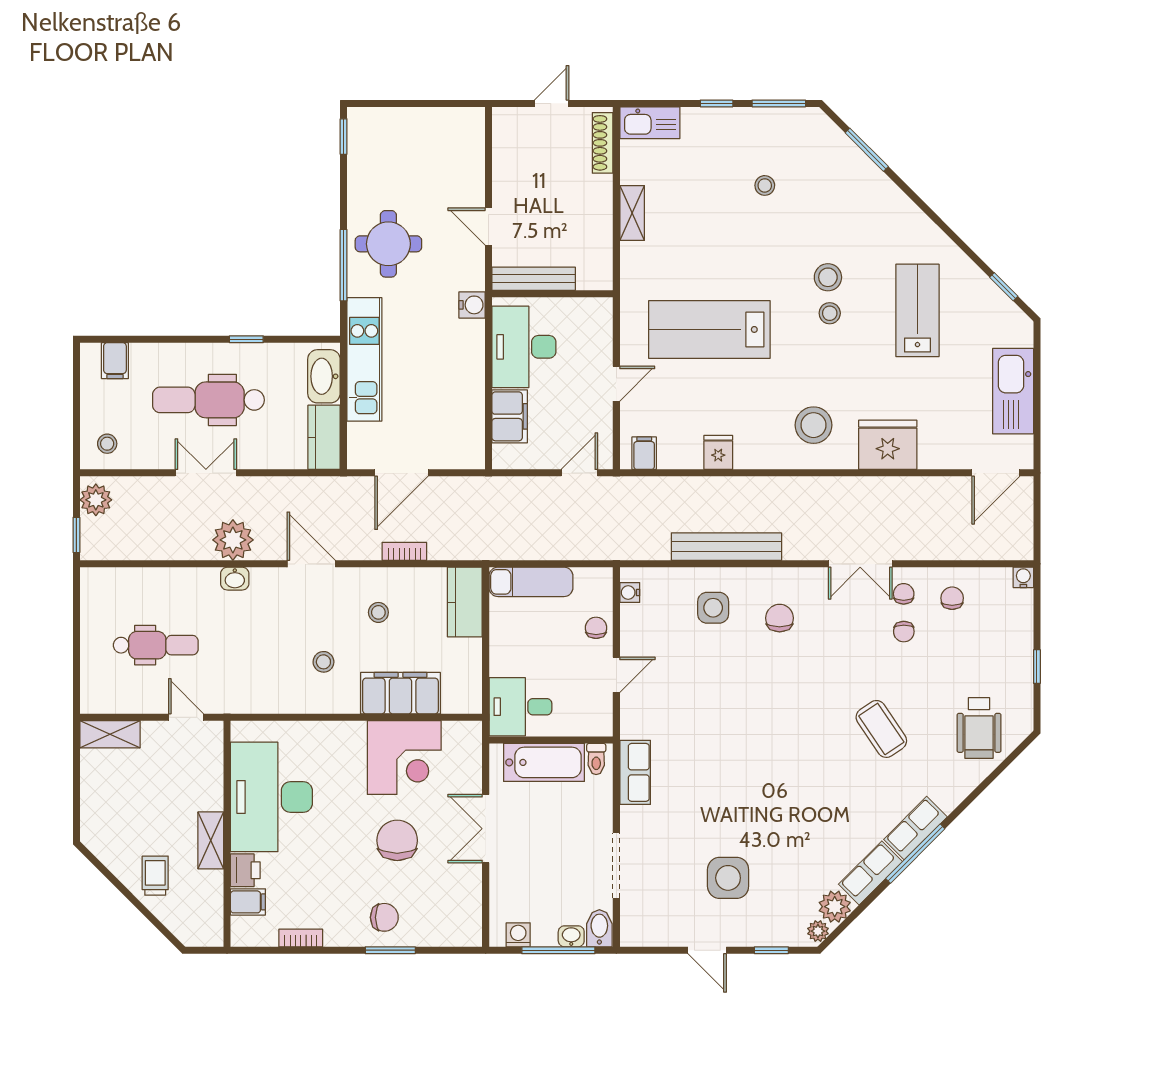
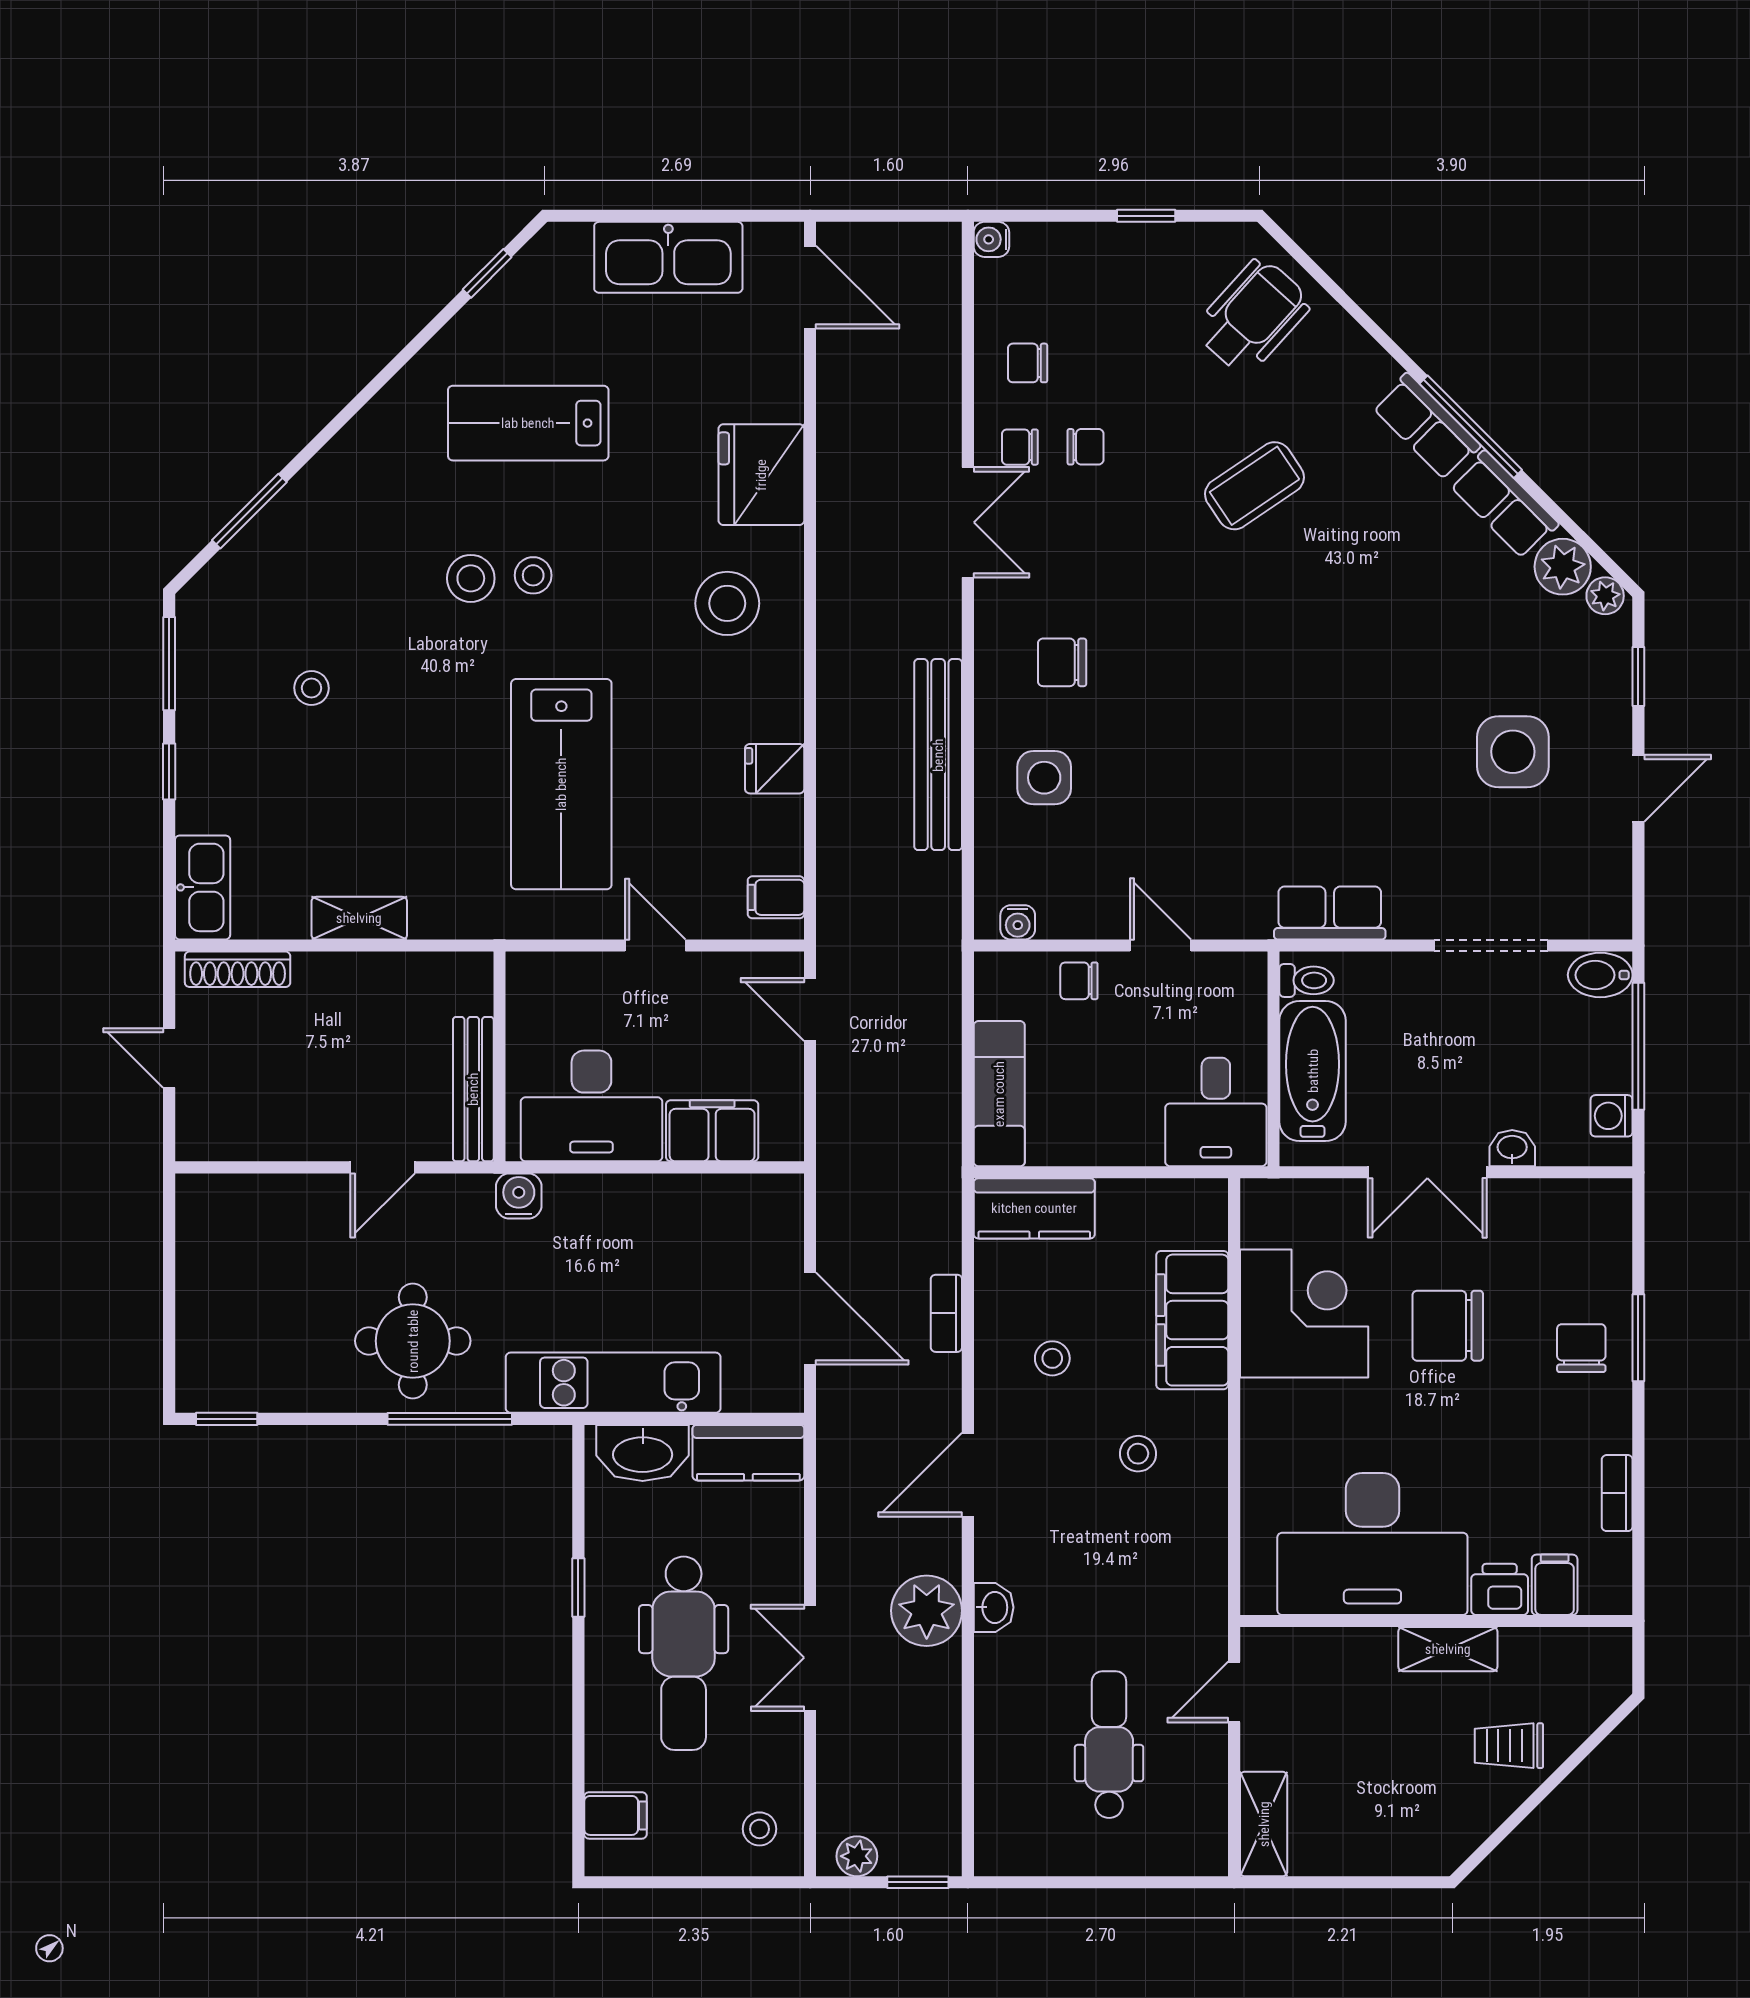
plant: (96, 500) -> (857, 1856), width x0.73, depth x0.73
wheelchair: (979, 728) -> (1253, 316), turned -48
washbasin: (571, 936) -> (1512, 1148), moved, turned 90

